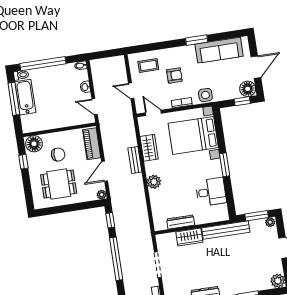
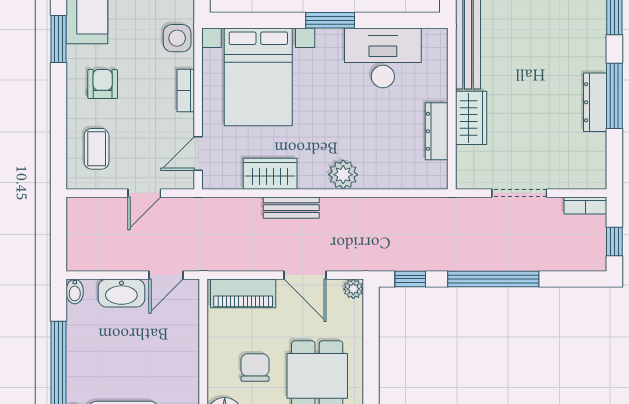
armchair: (174, 75) -> (103, 84), moved
washbasin: (85, 87) -> (121, 293), width x1.91, depth x1.45
desk: (211, 192) -> (383, 58), width x1.37

